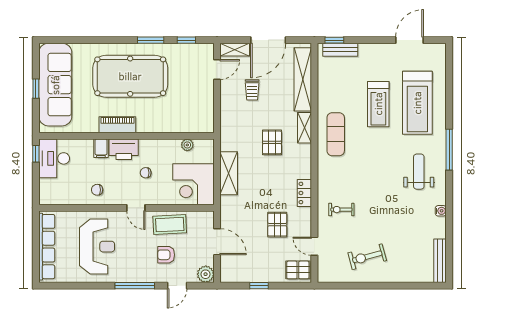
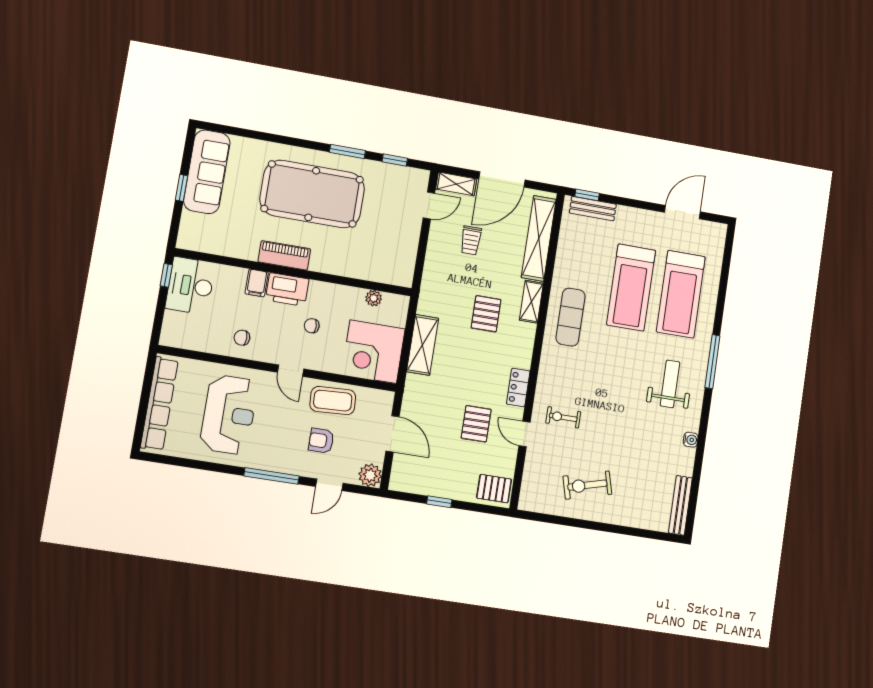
sofa: (55, 85) -> (207, 172), width x0.74, depth x0.79
treadmill: (378, 104) -> (631, 287), width x1.37, depth x1.38
door: (314, 246) -> (525, 434), moved

